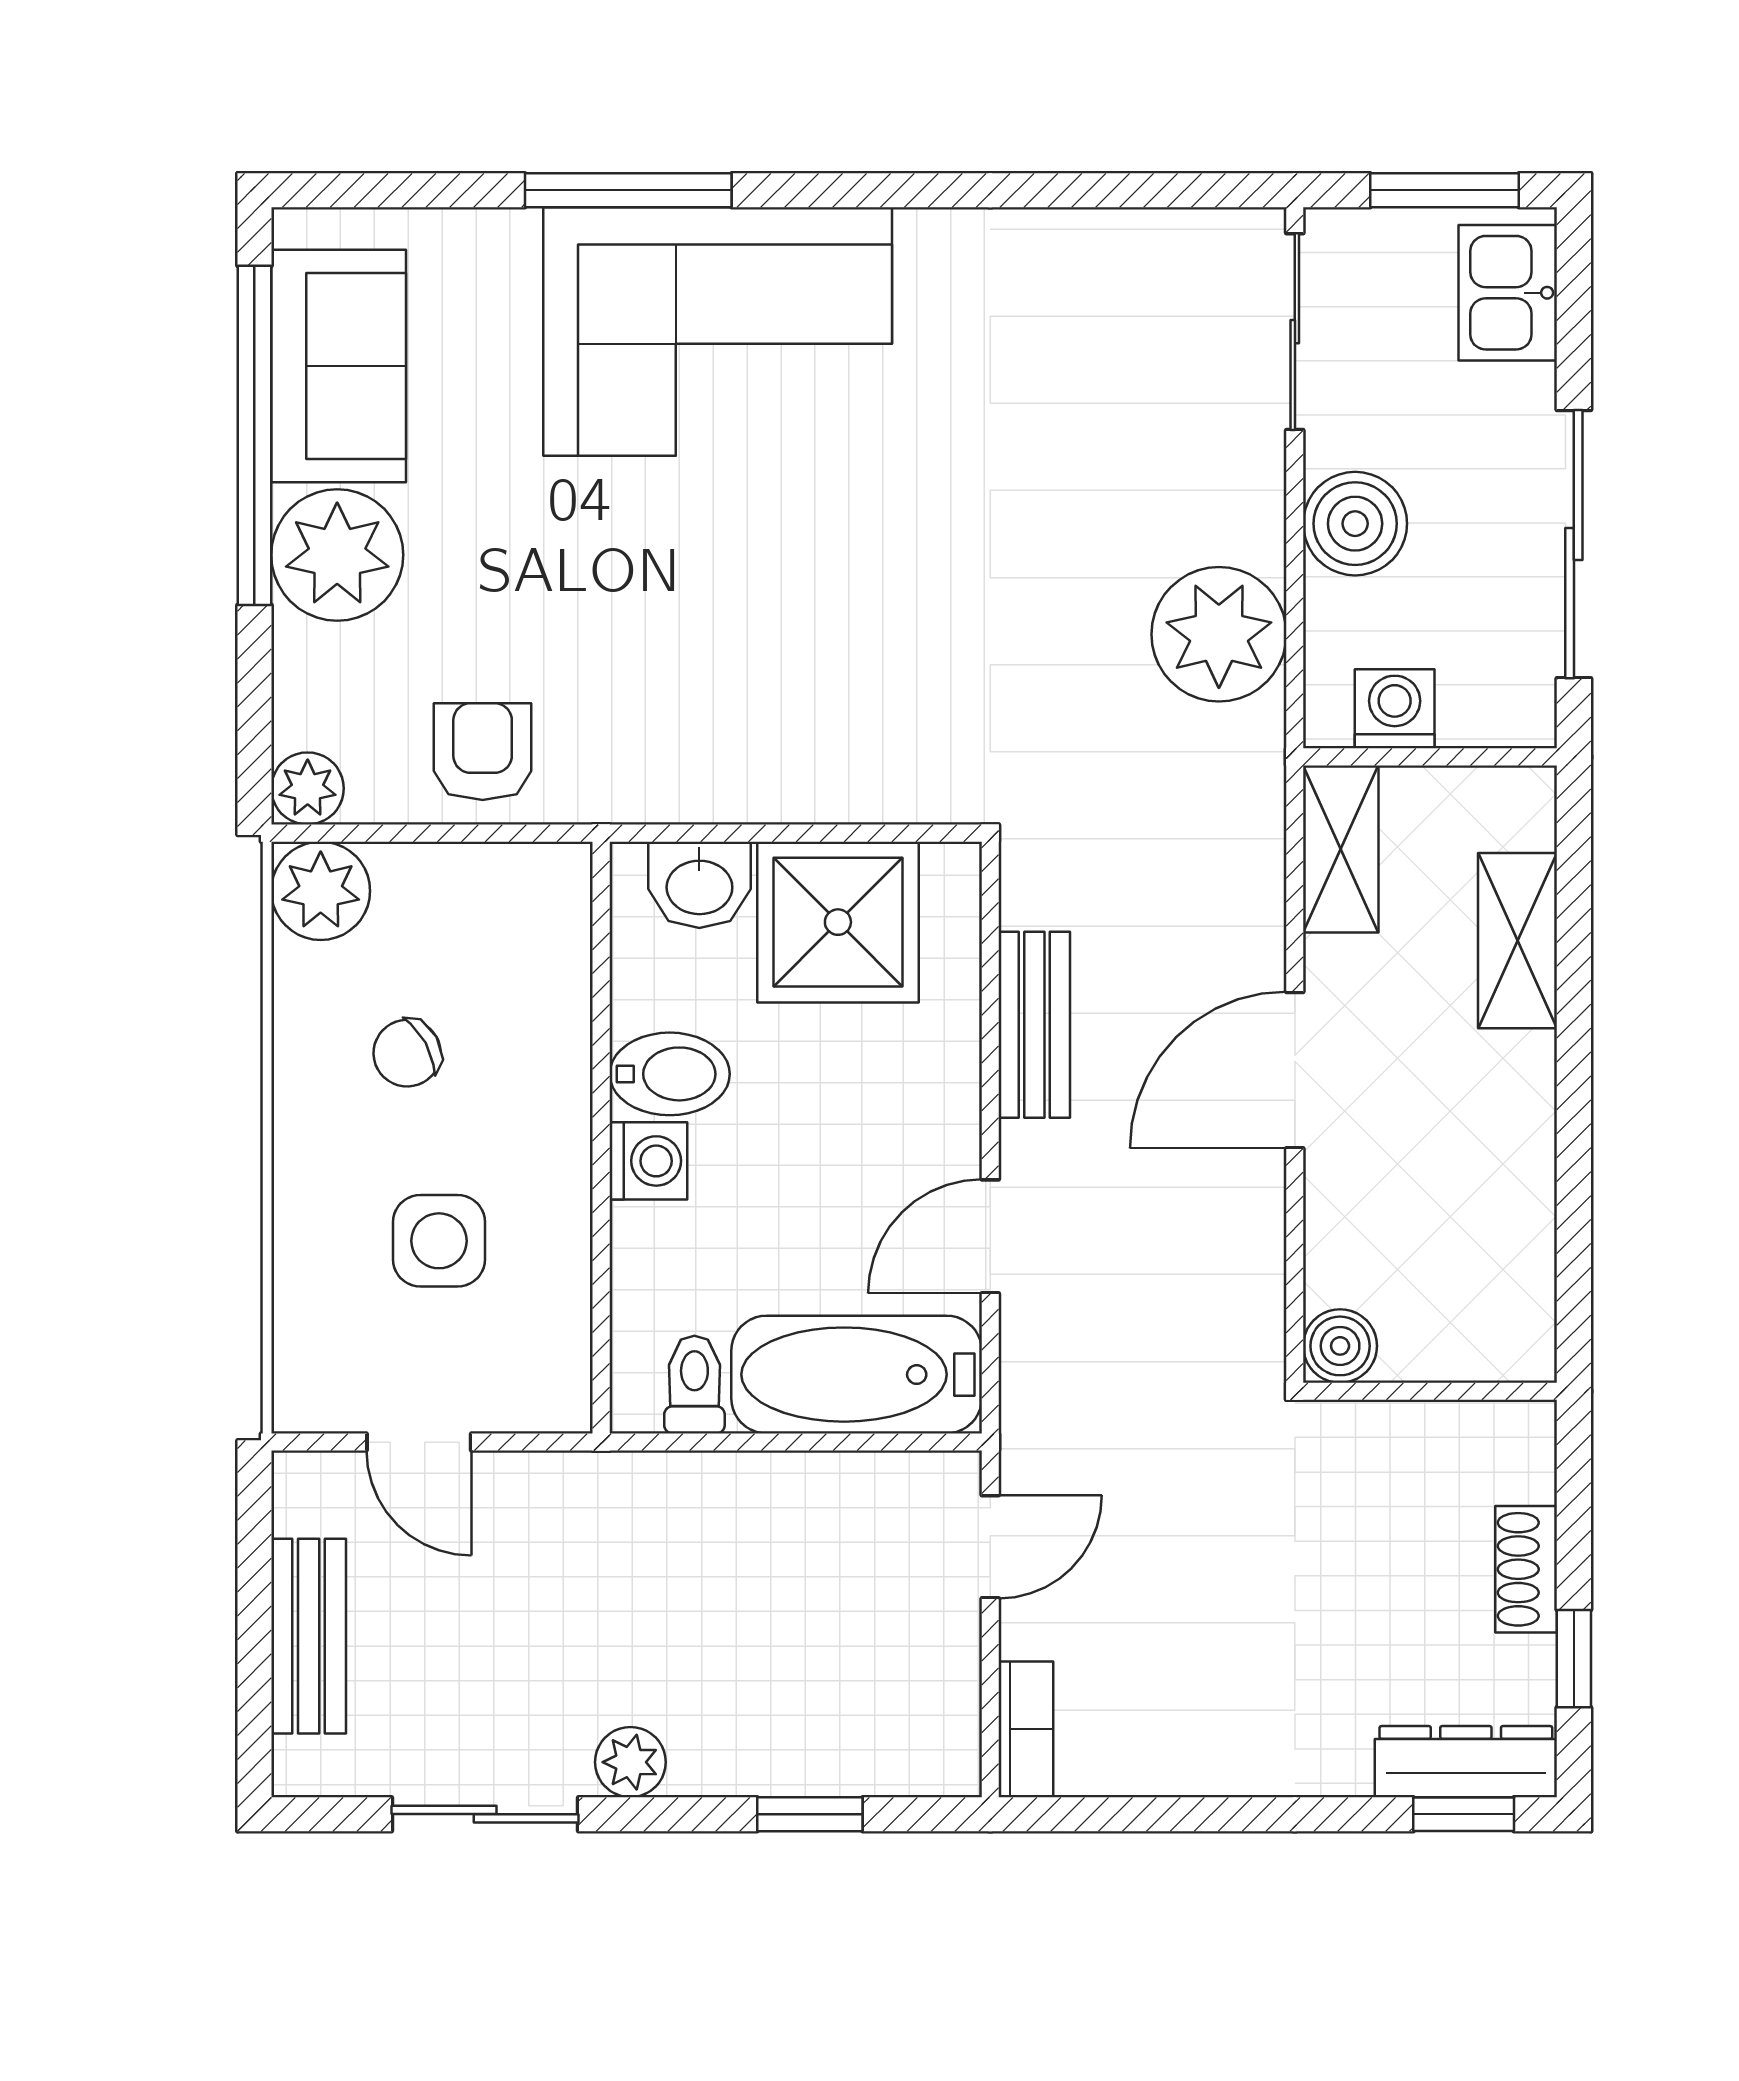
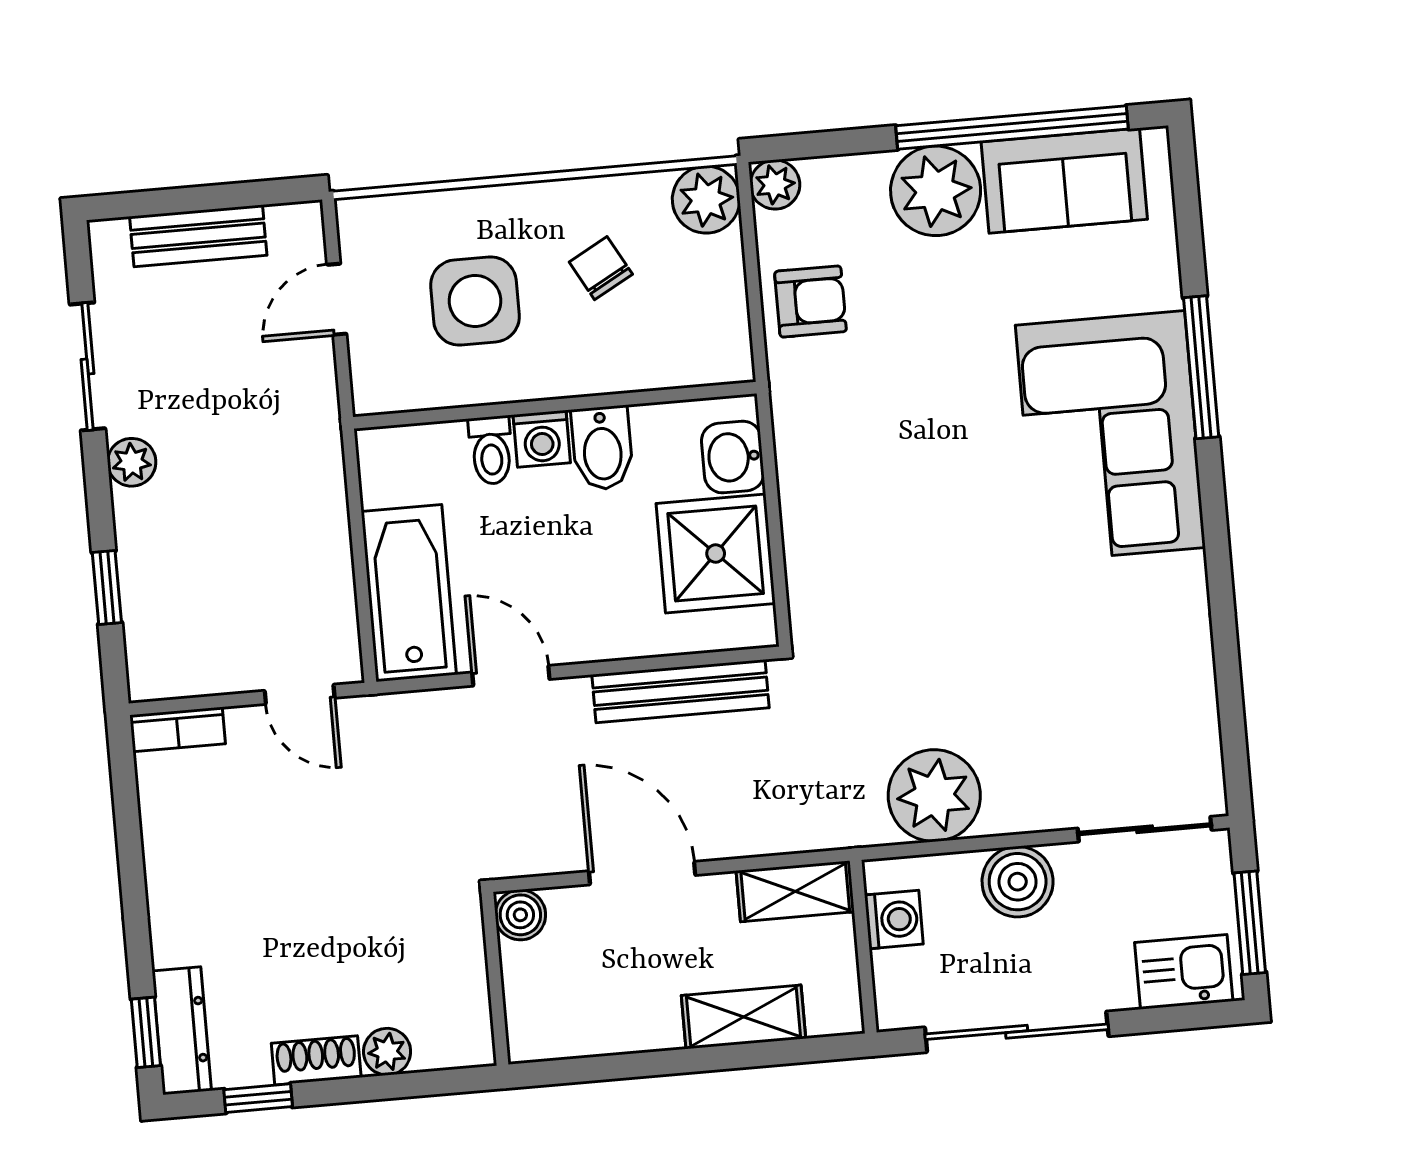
bench: (1034, 1025) -> (680, 691), width x1.36
side table: (439, 1241) -> (475, 301), width x1.37, depth x1.37
boiler: (1340, 1346) -> (520, 915), moved
toilet: (694, 1385) -> (491, 450), moved, turned 90
wall: (1430, 1391) -> (495, 979), moved
plant: (1523, 1465) -> (387, 1052), added

